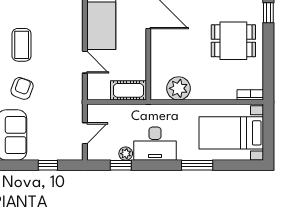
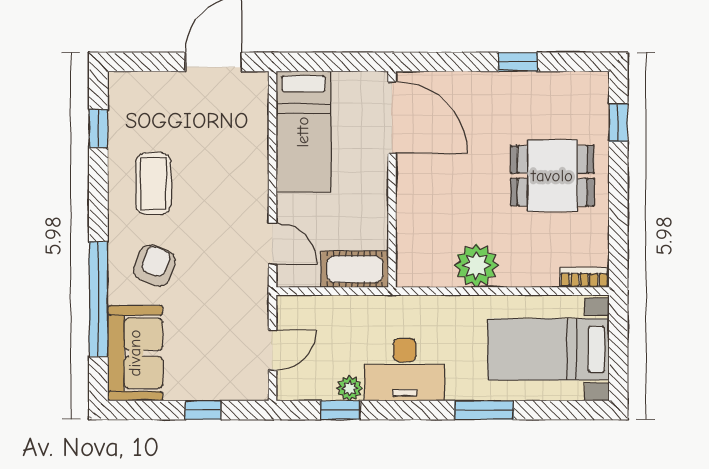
door: (85, 62) -> (273, 243), moved
plant: (178, 88) -> (476, 265), moved

